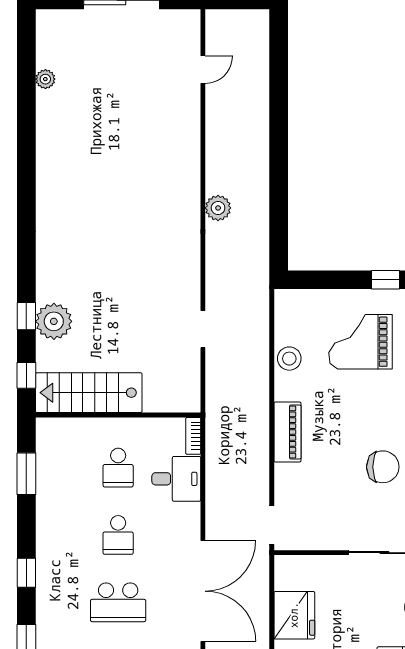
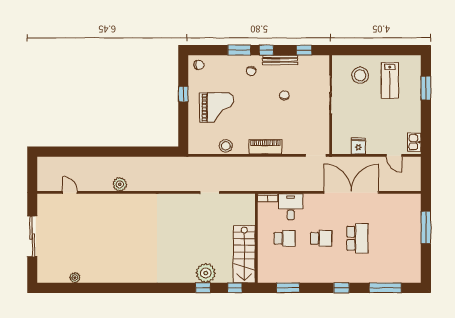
plant: (218, 208) -> (120, 184), moved
grand piano: (360, 342) -> (217, 107), turned -90
chair: (383, 467) -> (284, 95), width x0.54, depth x0.54
fridge: (294, 615) -> (358, 146), width x0.53, depth x0.75

